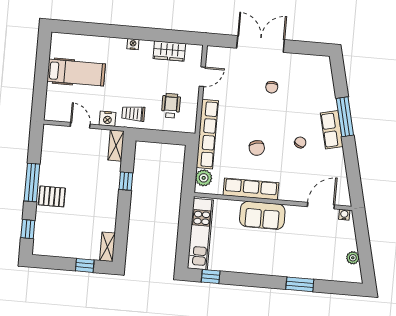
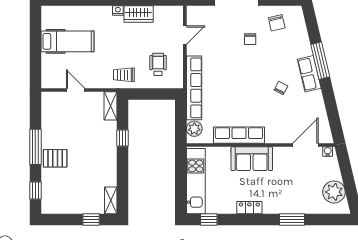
wardrobe: (169, 51) -> (139, 14), moved
nightstand: (108, 119) -> (100, 82), removed
chair: (257, 148) -> (277, 23), moved
plant: (353, 258) -> (334, 192), width x1.87, depth x1.87
locker: (255, 267) -> (249, 208), added

